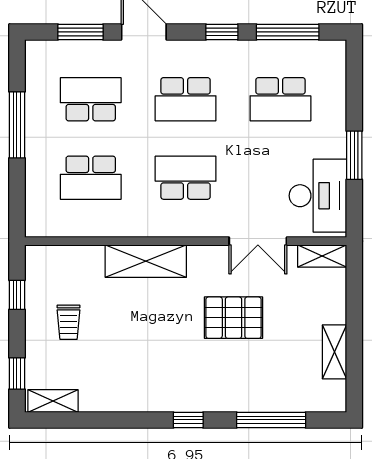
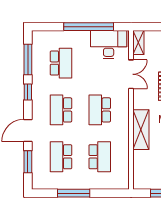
school desk: (186, 99) -> (61, 110), turned 180
window: (354, 155) -> (89, 27), width x2.11

